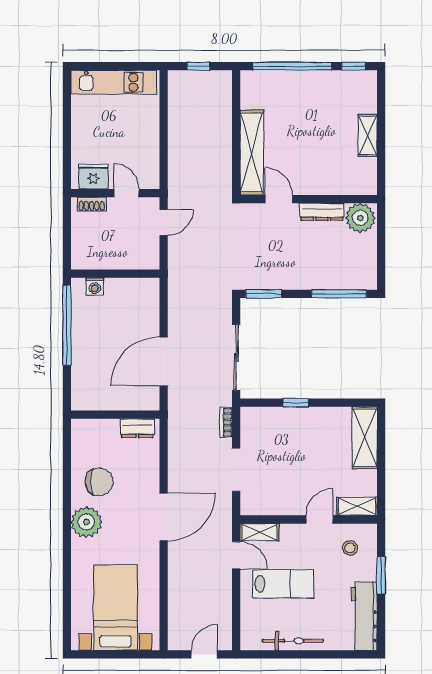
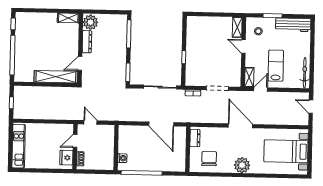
shelving: (368, 135) -> (68, 18), moved
shelving: (365, 438) -> (202, 23), removed
chair: (99, 482) -> (209, 159), moved
bicycle: (293, 641) -> (305, 73), moved

